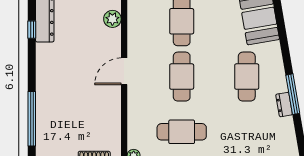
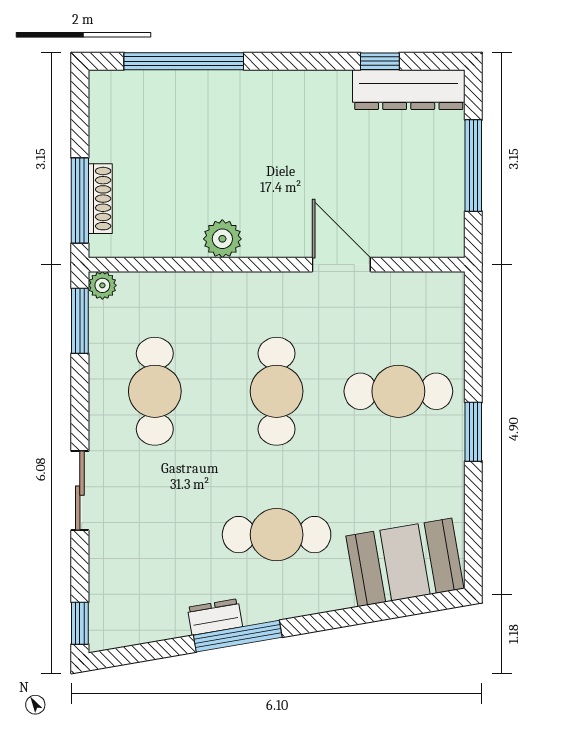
plant: (112, 19) -> (222, 239), moved
door: (124, 71) -> (341, 265), moved
cafe table: (182, 77) -> (277, 391), turned 90

